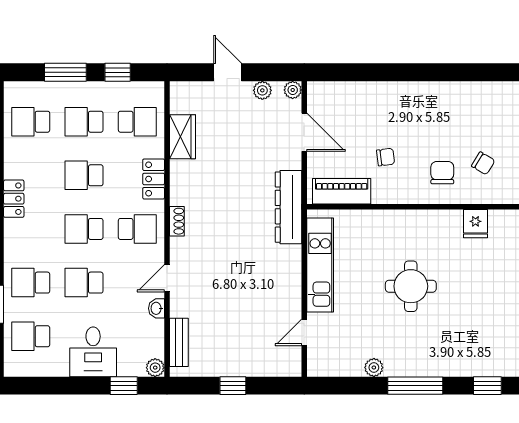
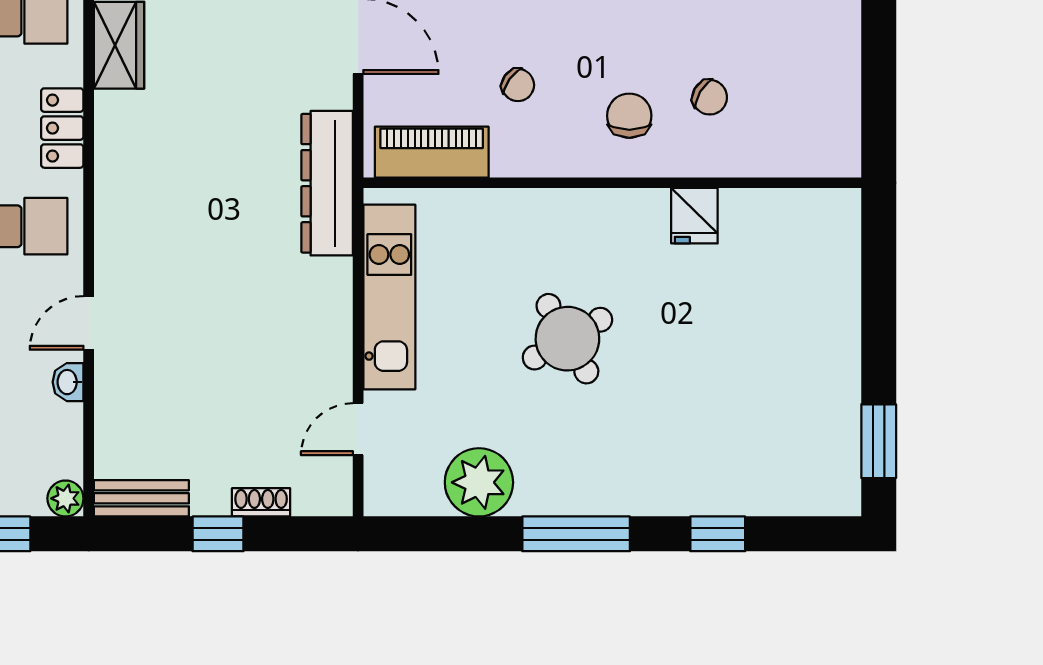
chair: (386, 157) -> (518, 85), turned 43
shoe rack: (177, 221) -> (261, 502), moved, turned -90
round table: (411, 286) -> (567, 339), turned -30
bench: (179, 342) -> (141, 498), moved, turned 90
plant: (374, 368) -> (479, 482), width x1.88, depth x1.88

